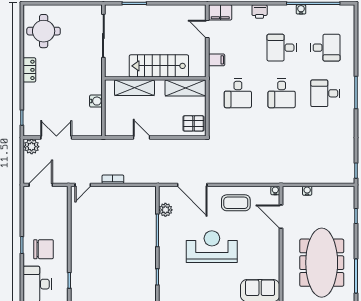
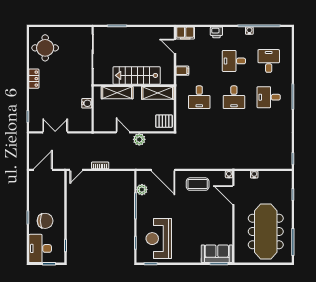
desk: (325, 48) -> (269, 61), turned -90
plant: (32, 147) -> (139, 139), moved
reception desk: (212, 247) -> (159, 239), moved, turned -90

